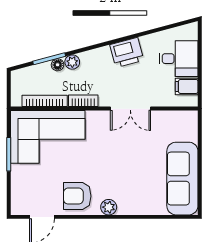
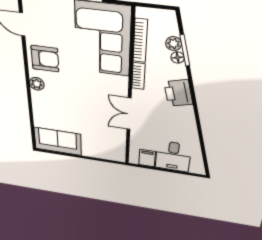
printer: (127, 52) -> (178, 93), moved
plant: (72, 62) -> (174, 44), moved
sofa: (182, 179) -> (58, 141), width x0.73
armchair: (77, 196) -> (45, 59), turned 90

